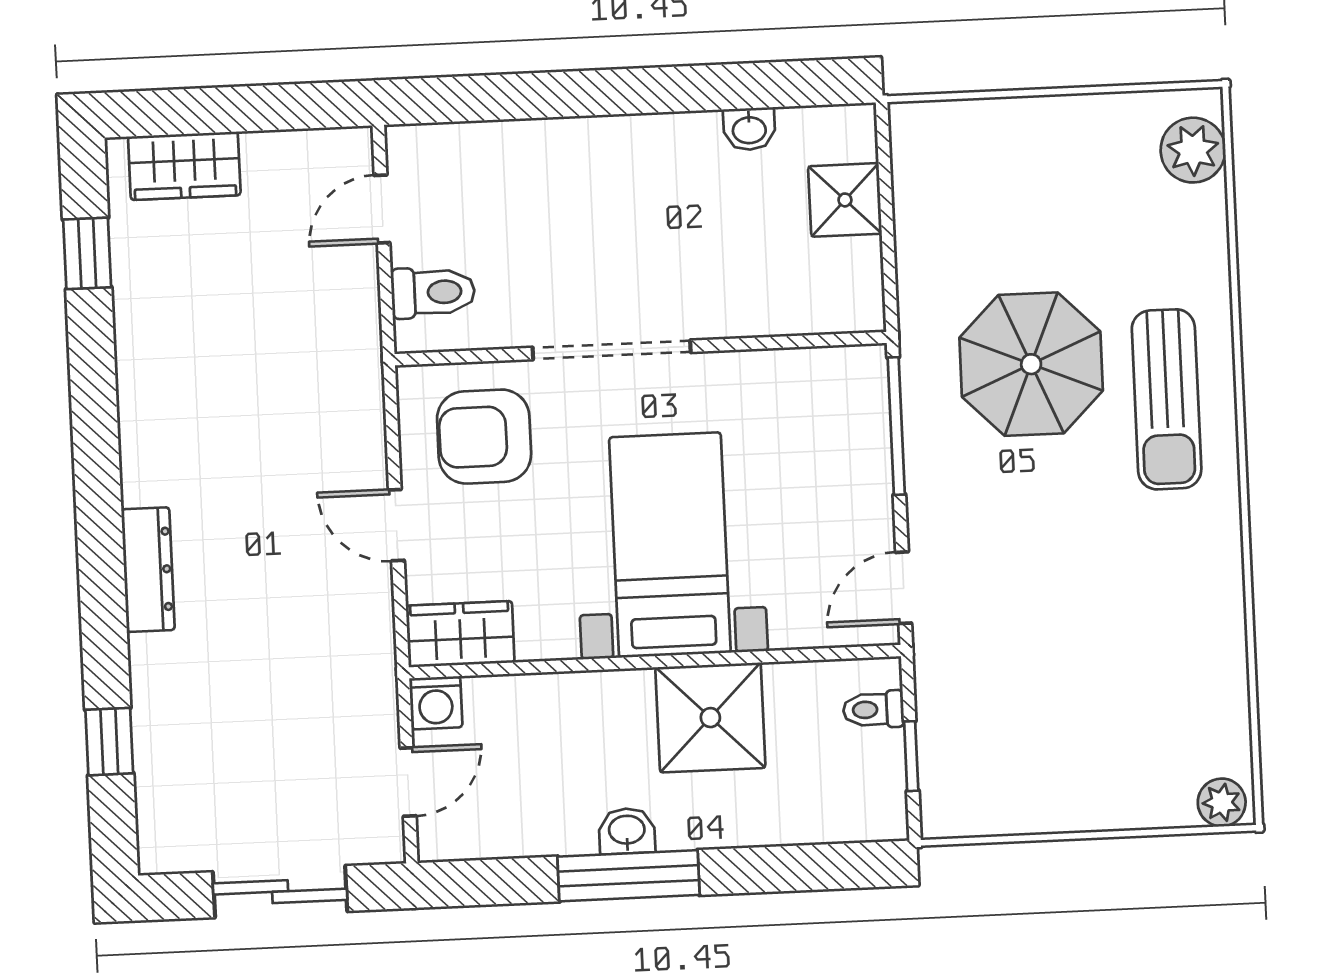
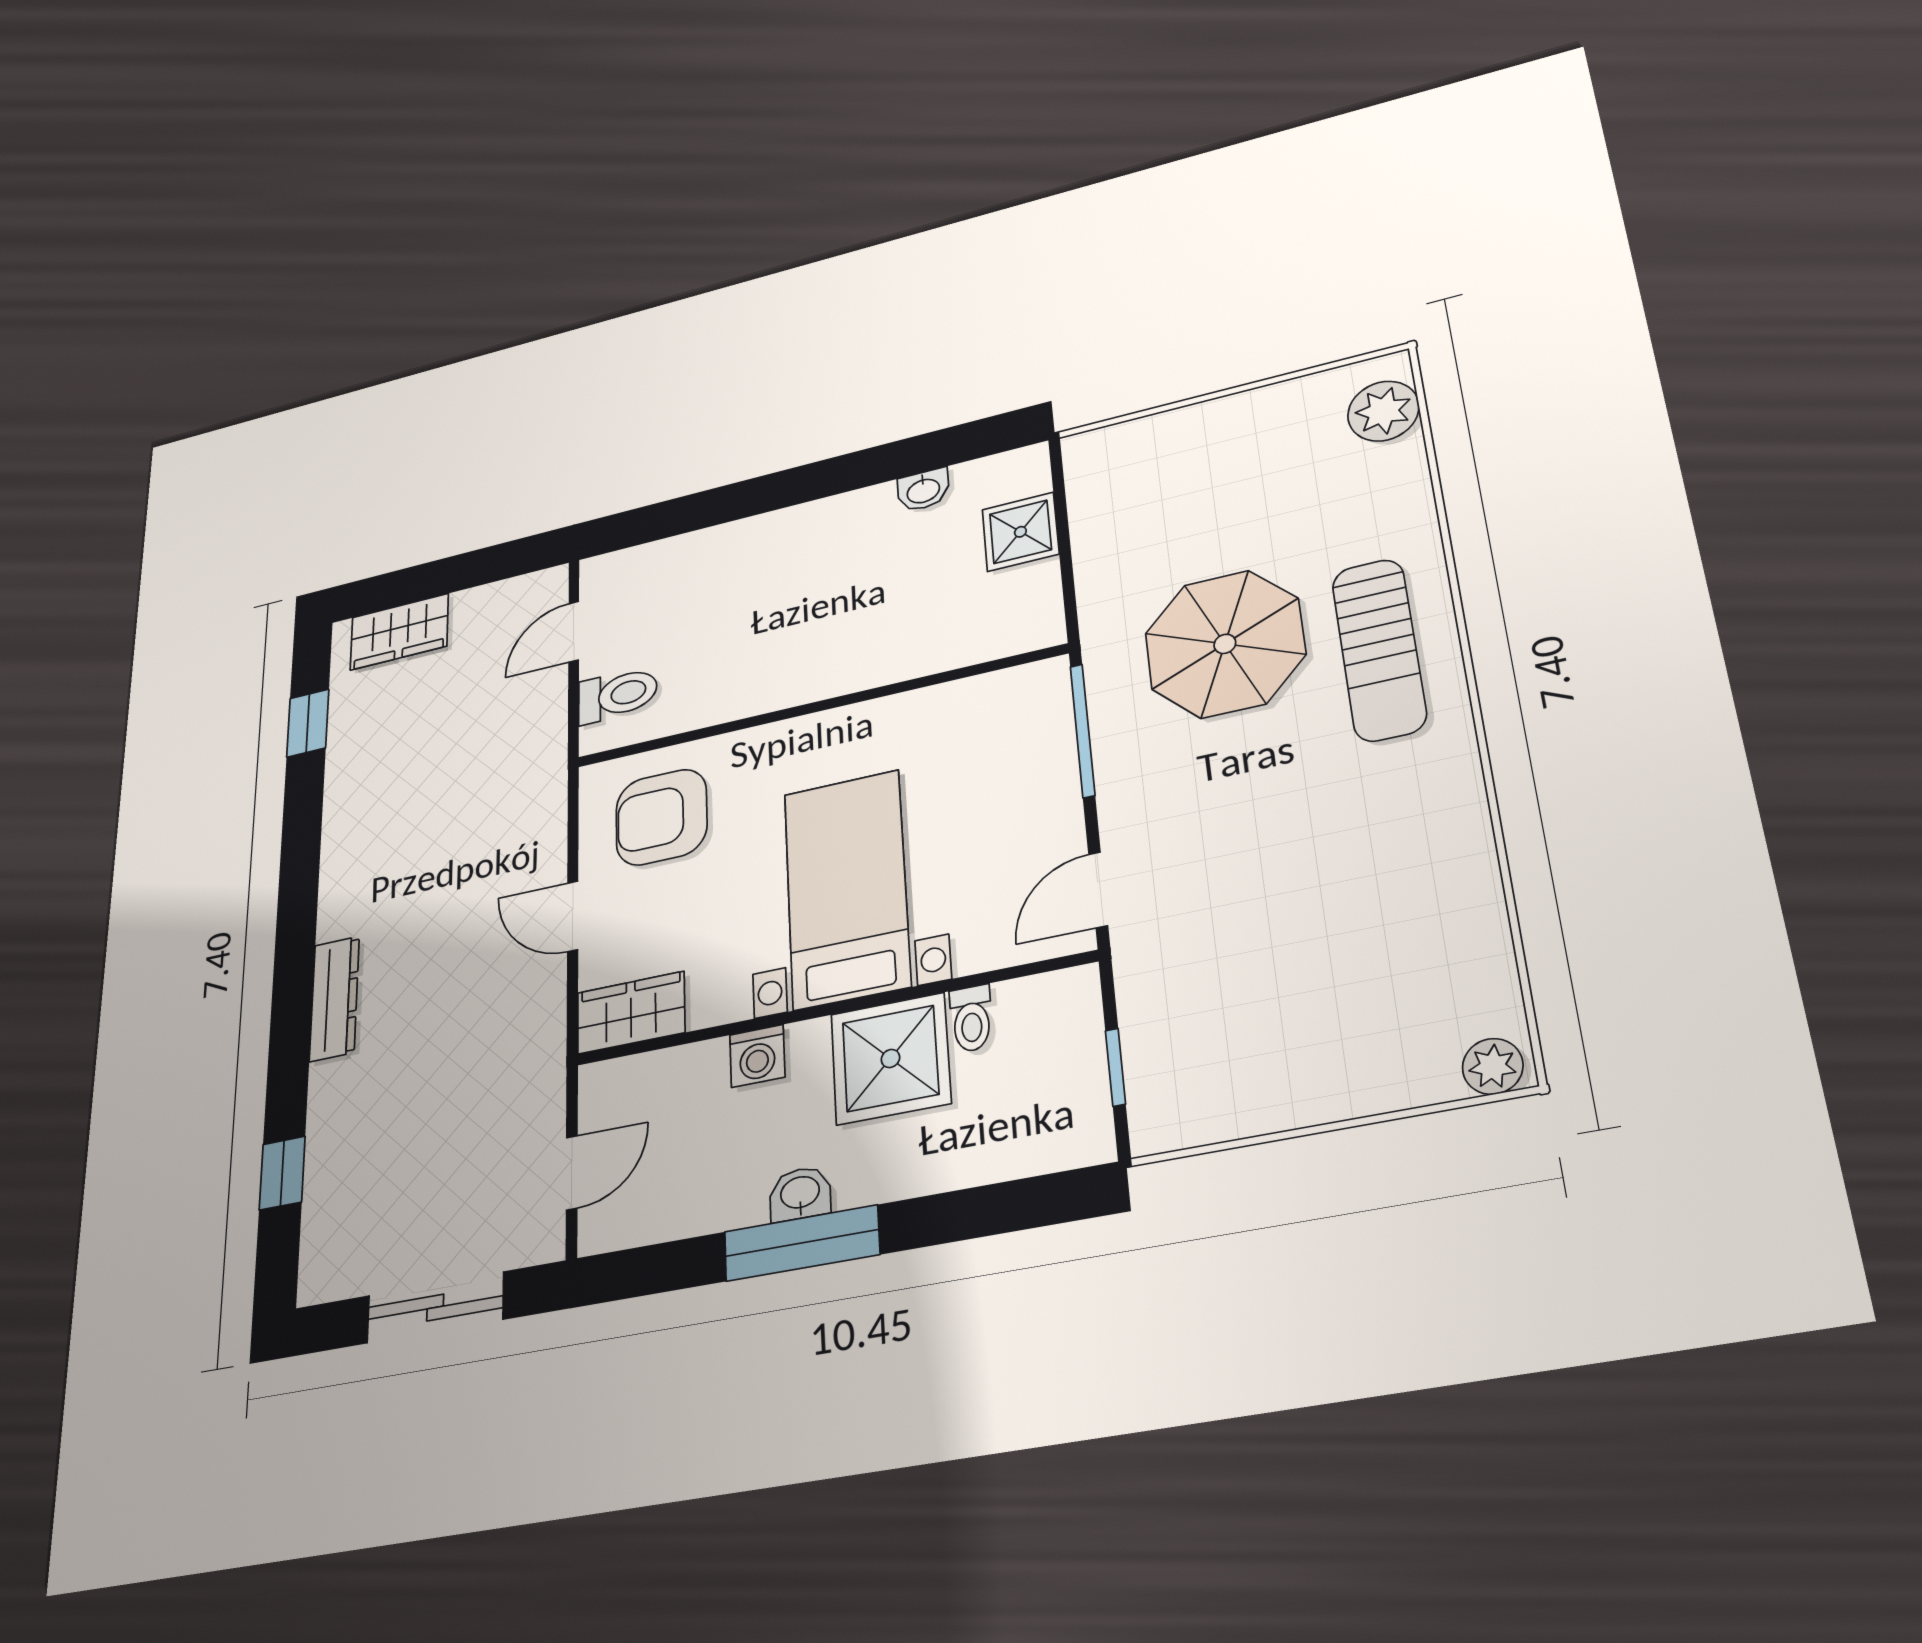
doorway: (612, 350) -> (788, 713), removed
washing machine: (436, 703) -> (757, 1056), moved
toilet: (873, 709) -> (971, 1019), moved, turned -90

